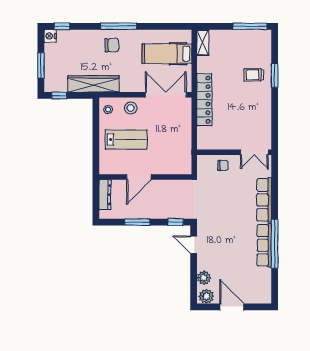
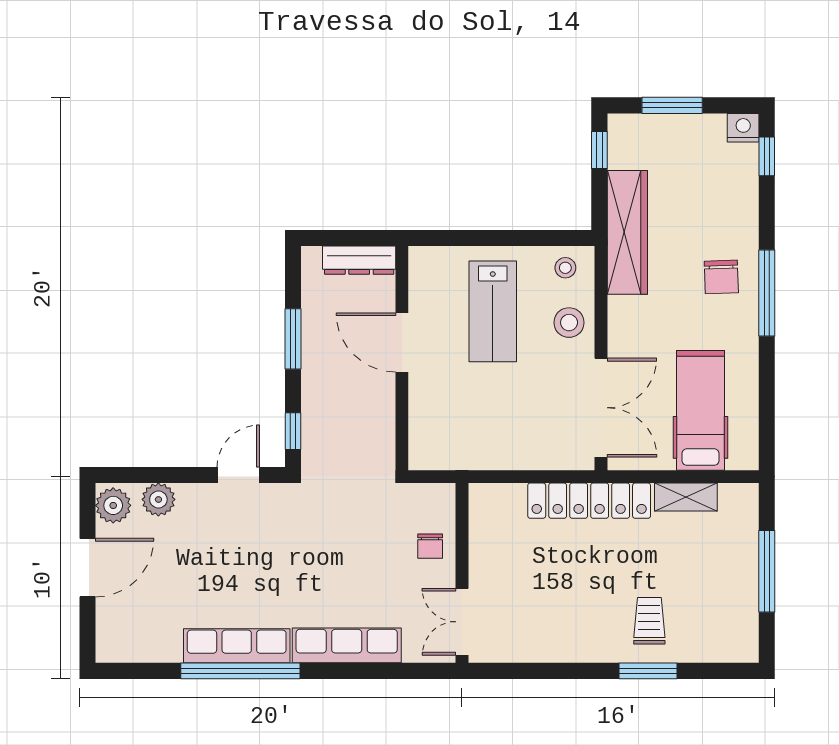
window: (250, 26) -> (767, 571), moved
shelving: (203, 42) -> (686, 497), moved

